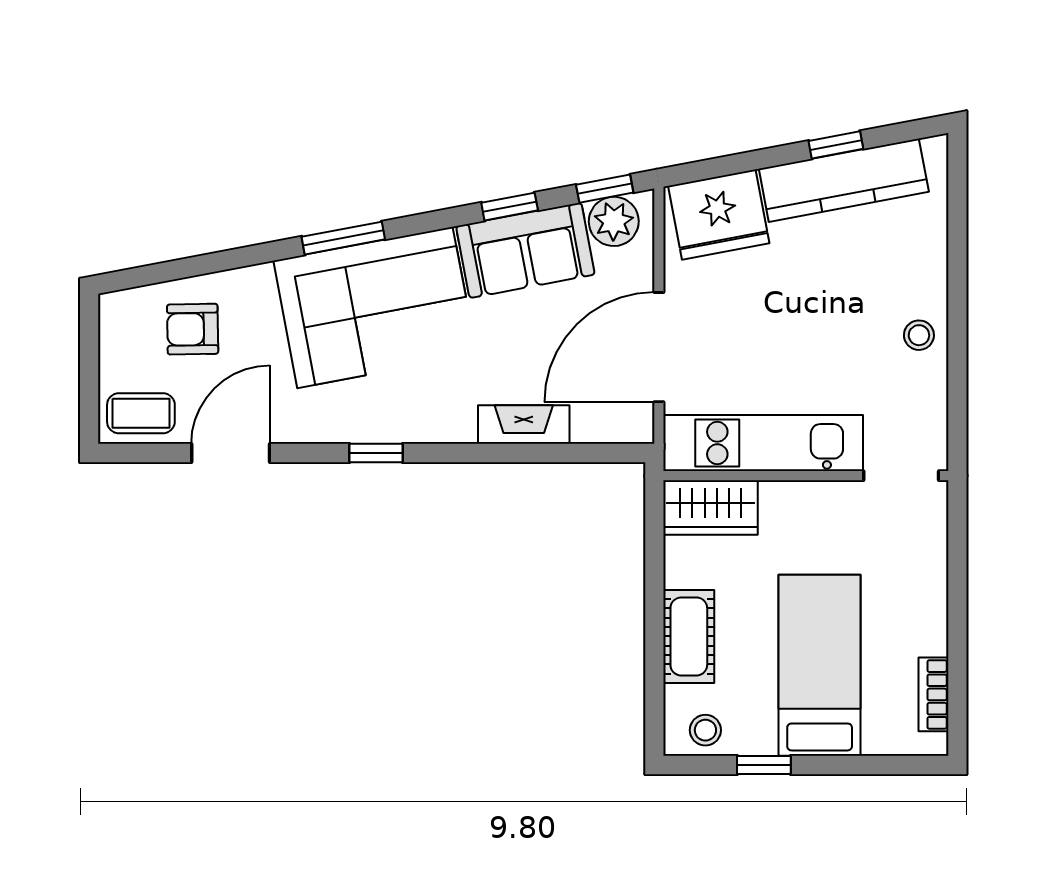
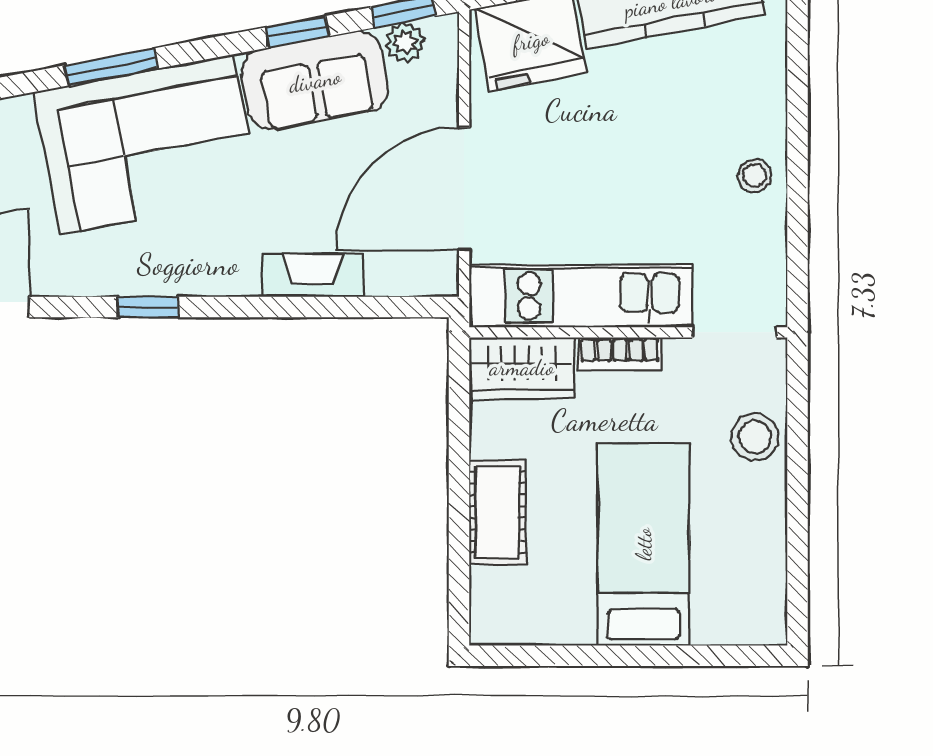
plant: (614, 221) -> (405, 42), width x0.73, depth x0.73
bookcase: (933, 694) -> (620, 354), moved, turned -90
stool: (705, 730) -> (755, 437), moved, width x1.37, depth x1.37
window: (764, 765) -> (581, 656), removed

